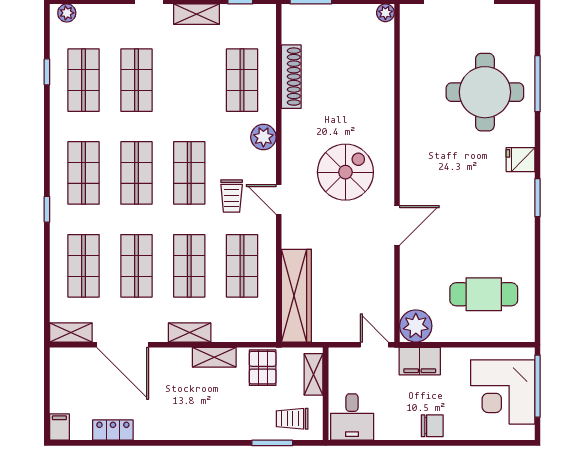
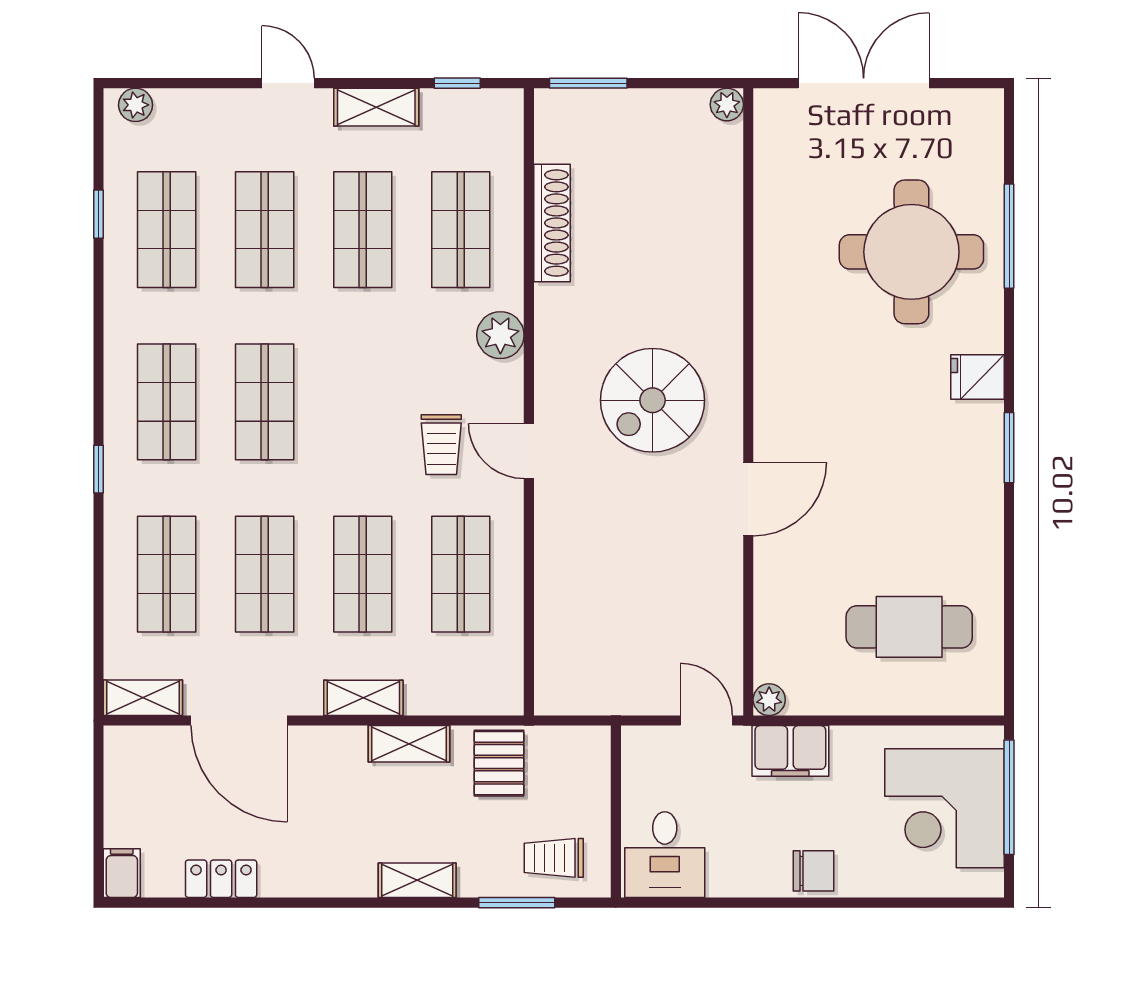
spiral stairs: (345, 172) -> (653, 400), turned 180
shop shelf: (189, 173) -> (363, 230), moved
wardrobe: (296, 296) -> (562, 630), removed
plant: (416, 326) -> (769, 700), width x0.53, depth x0.53
shelving: (314, 374) -> (417, 880), moved, turned 90

